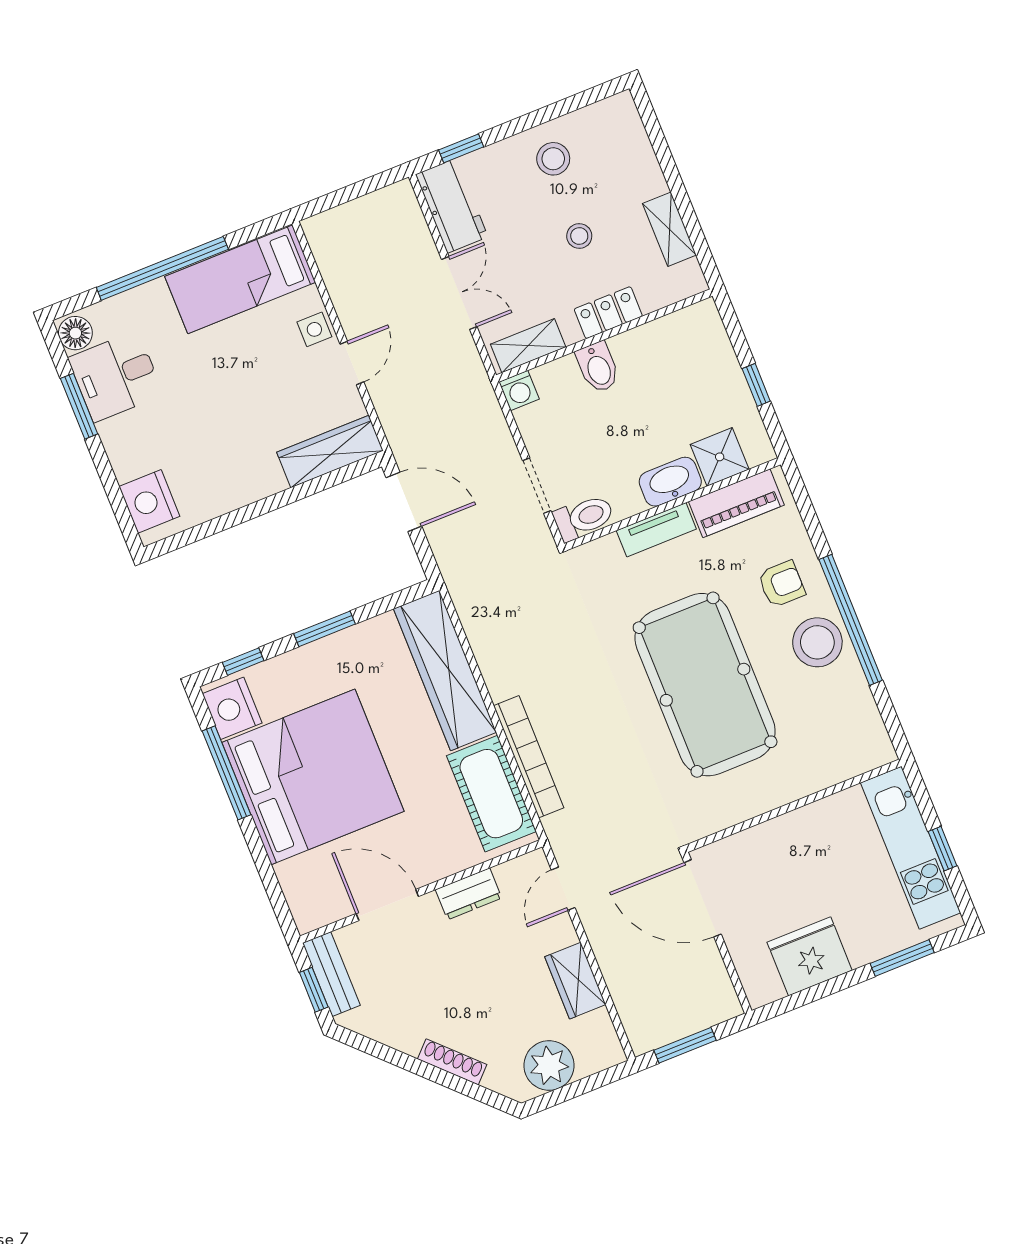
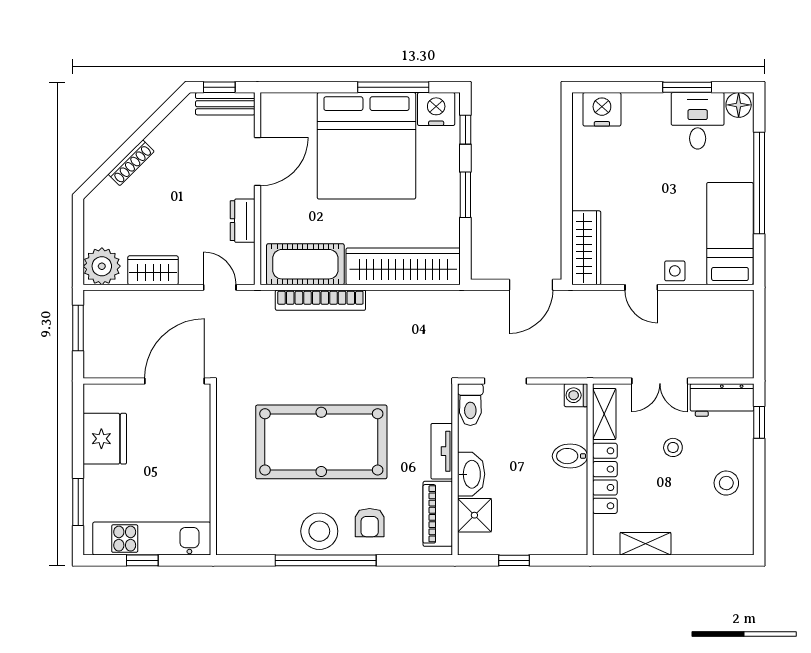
stool: (579, 236) -> (673, 447), moved
locker: (608, 313) -> (605, 478), width x1.53
plant: (549, 1065) -> (102, 266), moved

